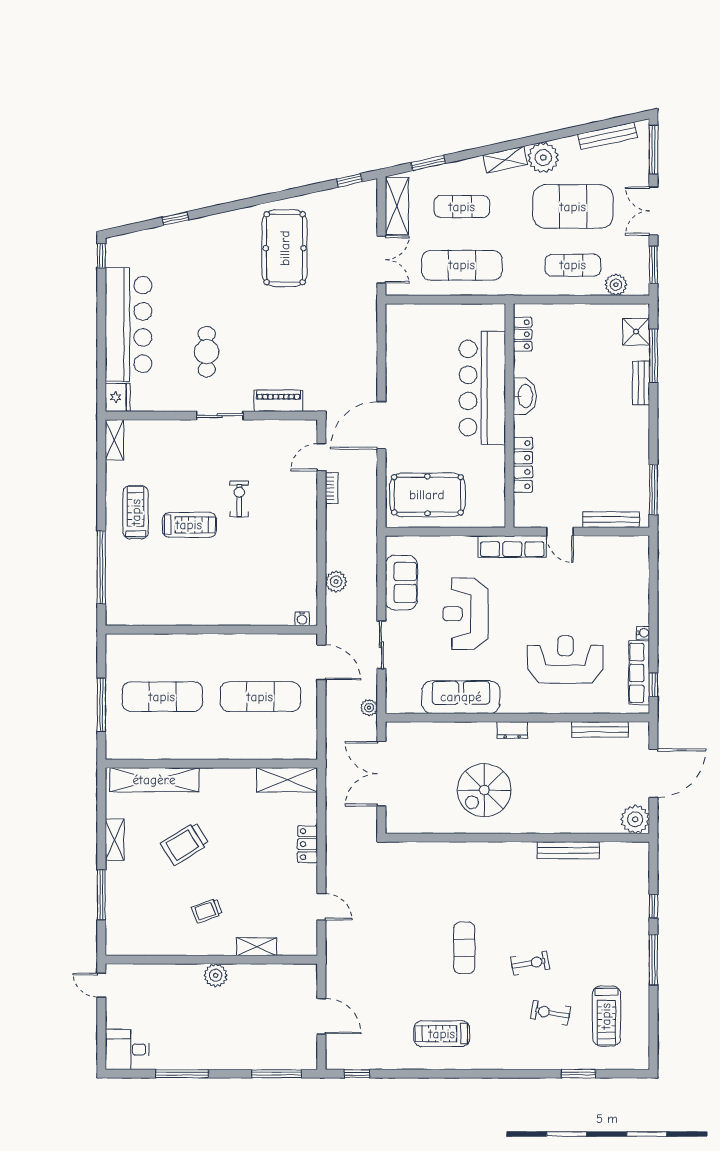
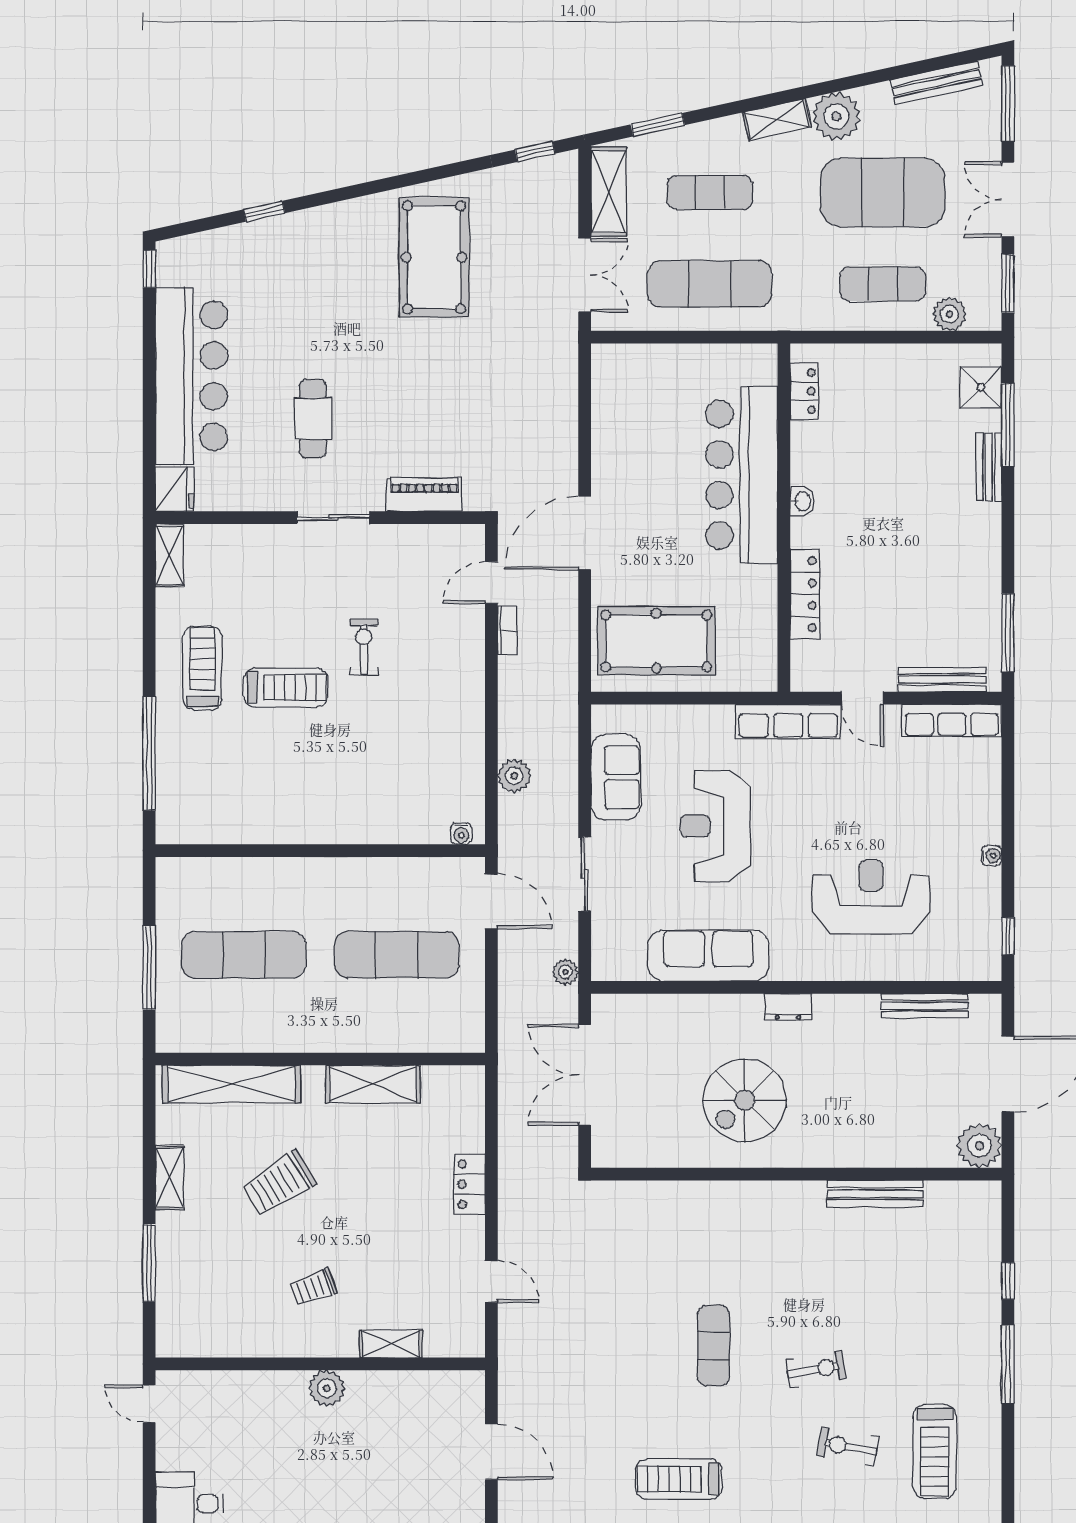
washbasin: (525, 396) -> (802, 501), width x0.52, depth x0.69
row of seats: (639, 673) -> (952, 720), moved, turned -90
shelving: (287, 780) -> (373, 1084), moved

